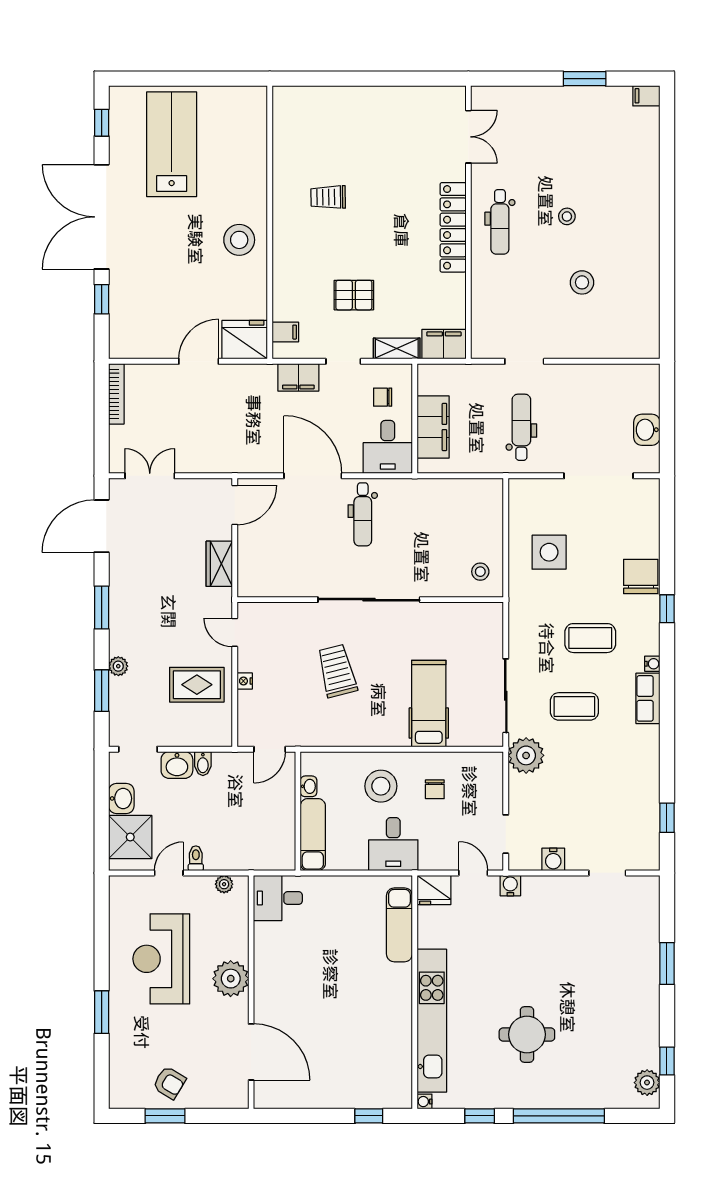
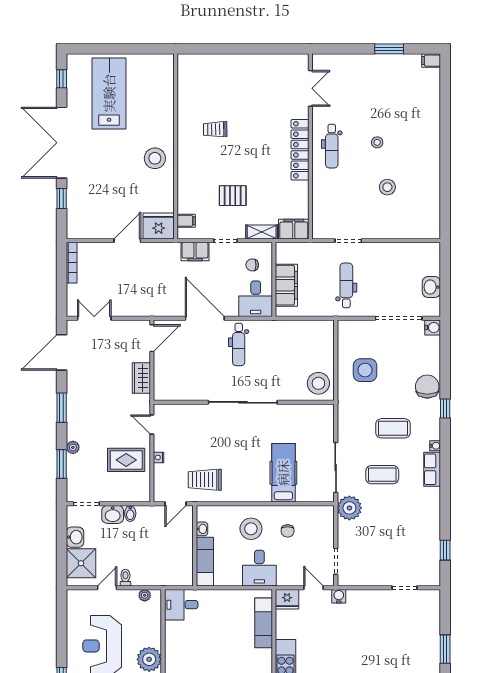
stool: (480, 572) -> (318, 383), width x1.89, depth x1.89
trolley: (337, 671) -> (205, 480), moved, turned -76
water cooler: (553, 859) -> (433, 328), moved, turned -90

